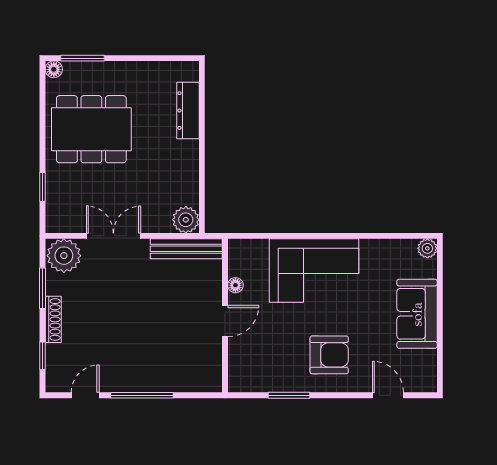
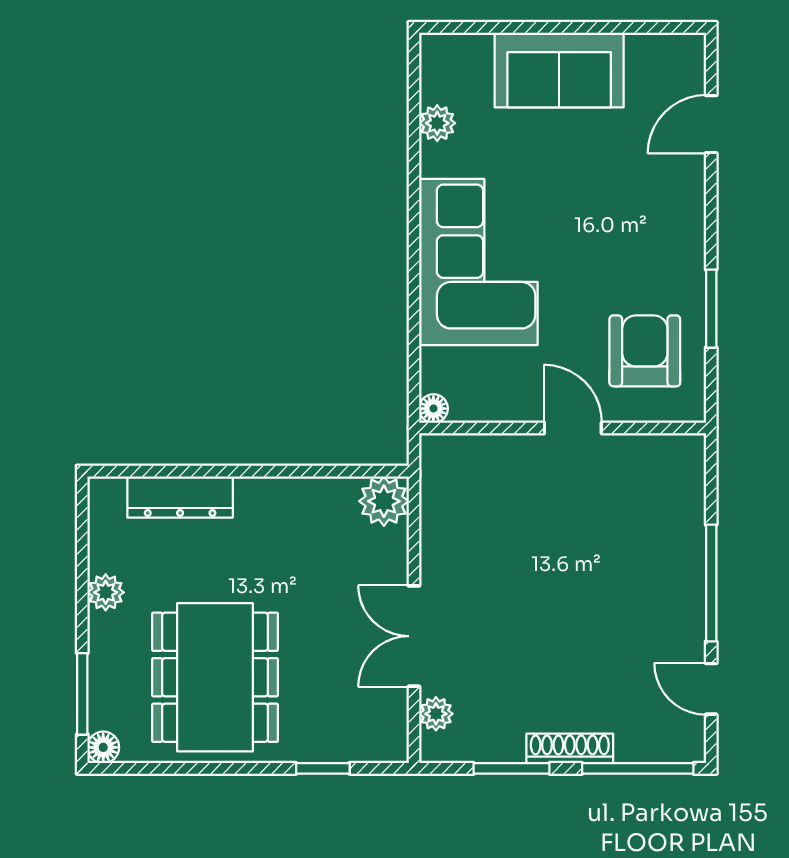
plant: (137, 71) -> (106, 592), added
plant: (427, 248) -> (437, 123), moved
bench: (186, 249) -> (438, 500), removed
plant: (64, 256) -> (436, 714), width x0.53, depth x0.53
floor lamp: (235, 285) -> (433, 409), moved
armchair: (329, 355) -> (645, 351), moved
window: (43, 356) -> (638, 768), width x2.17

